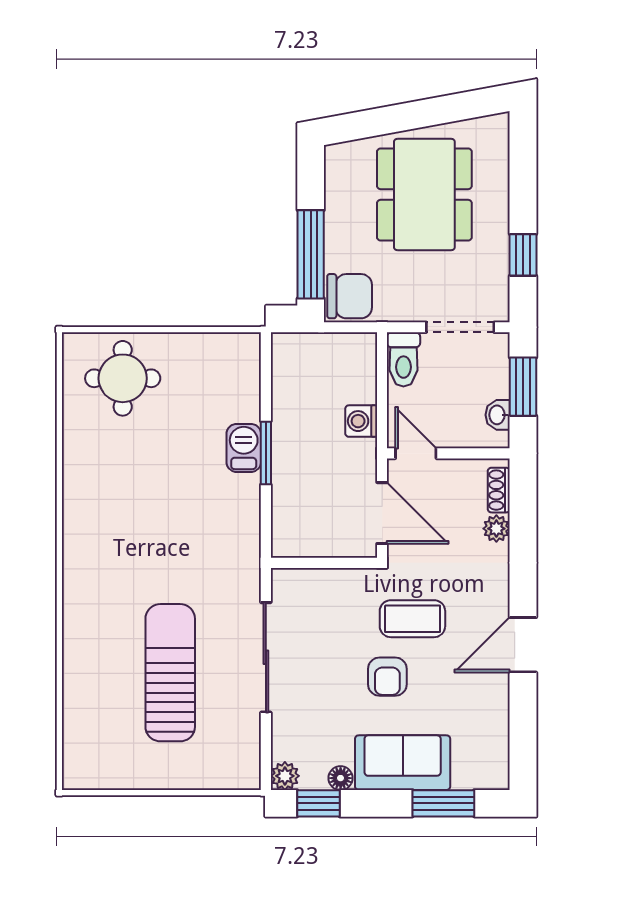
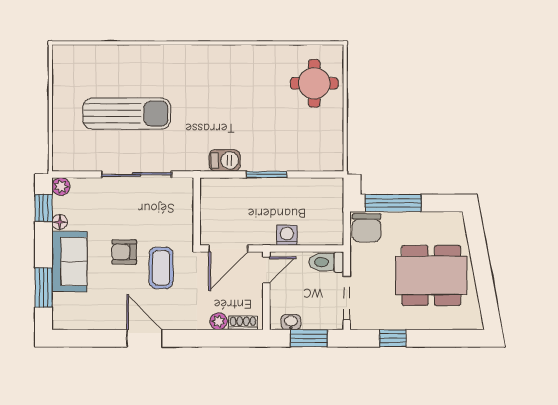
barbecue: (244, 448) -> (225, 160), moved

